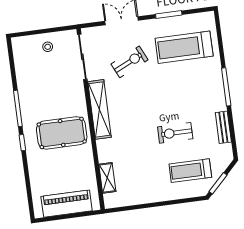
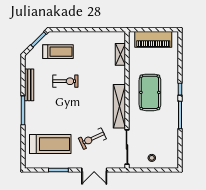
bench: (223, 127) -> (29, 85), width x1.36
pool table: (62, 133) -> (150, 92), turned 90

